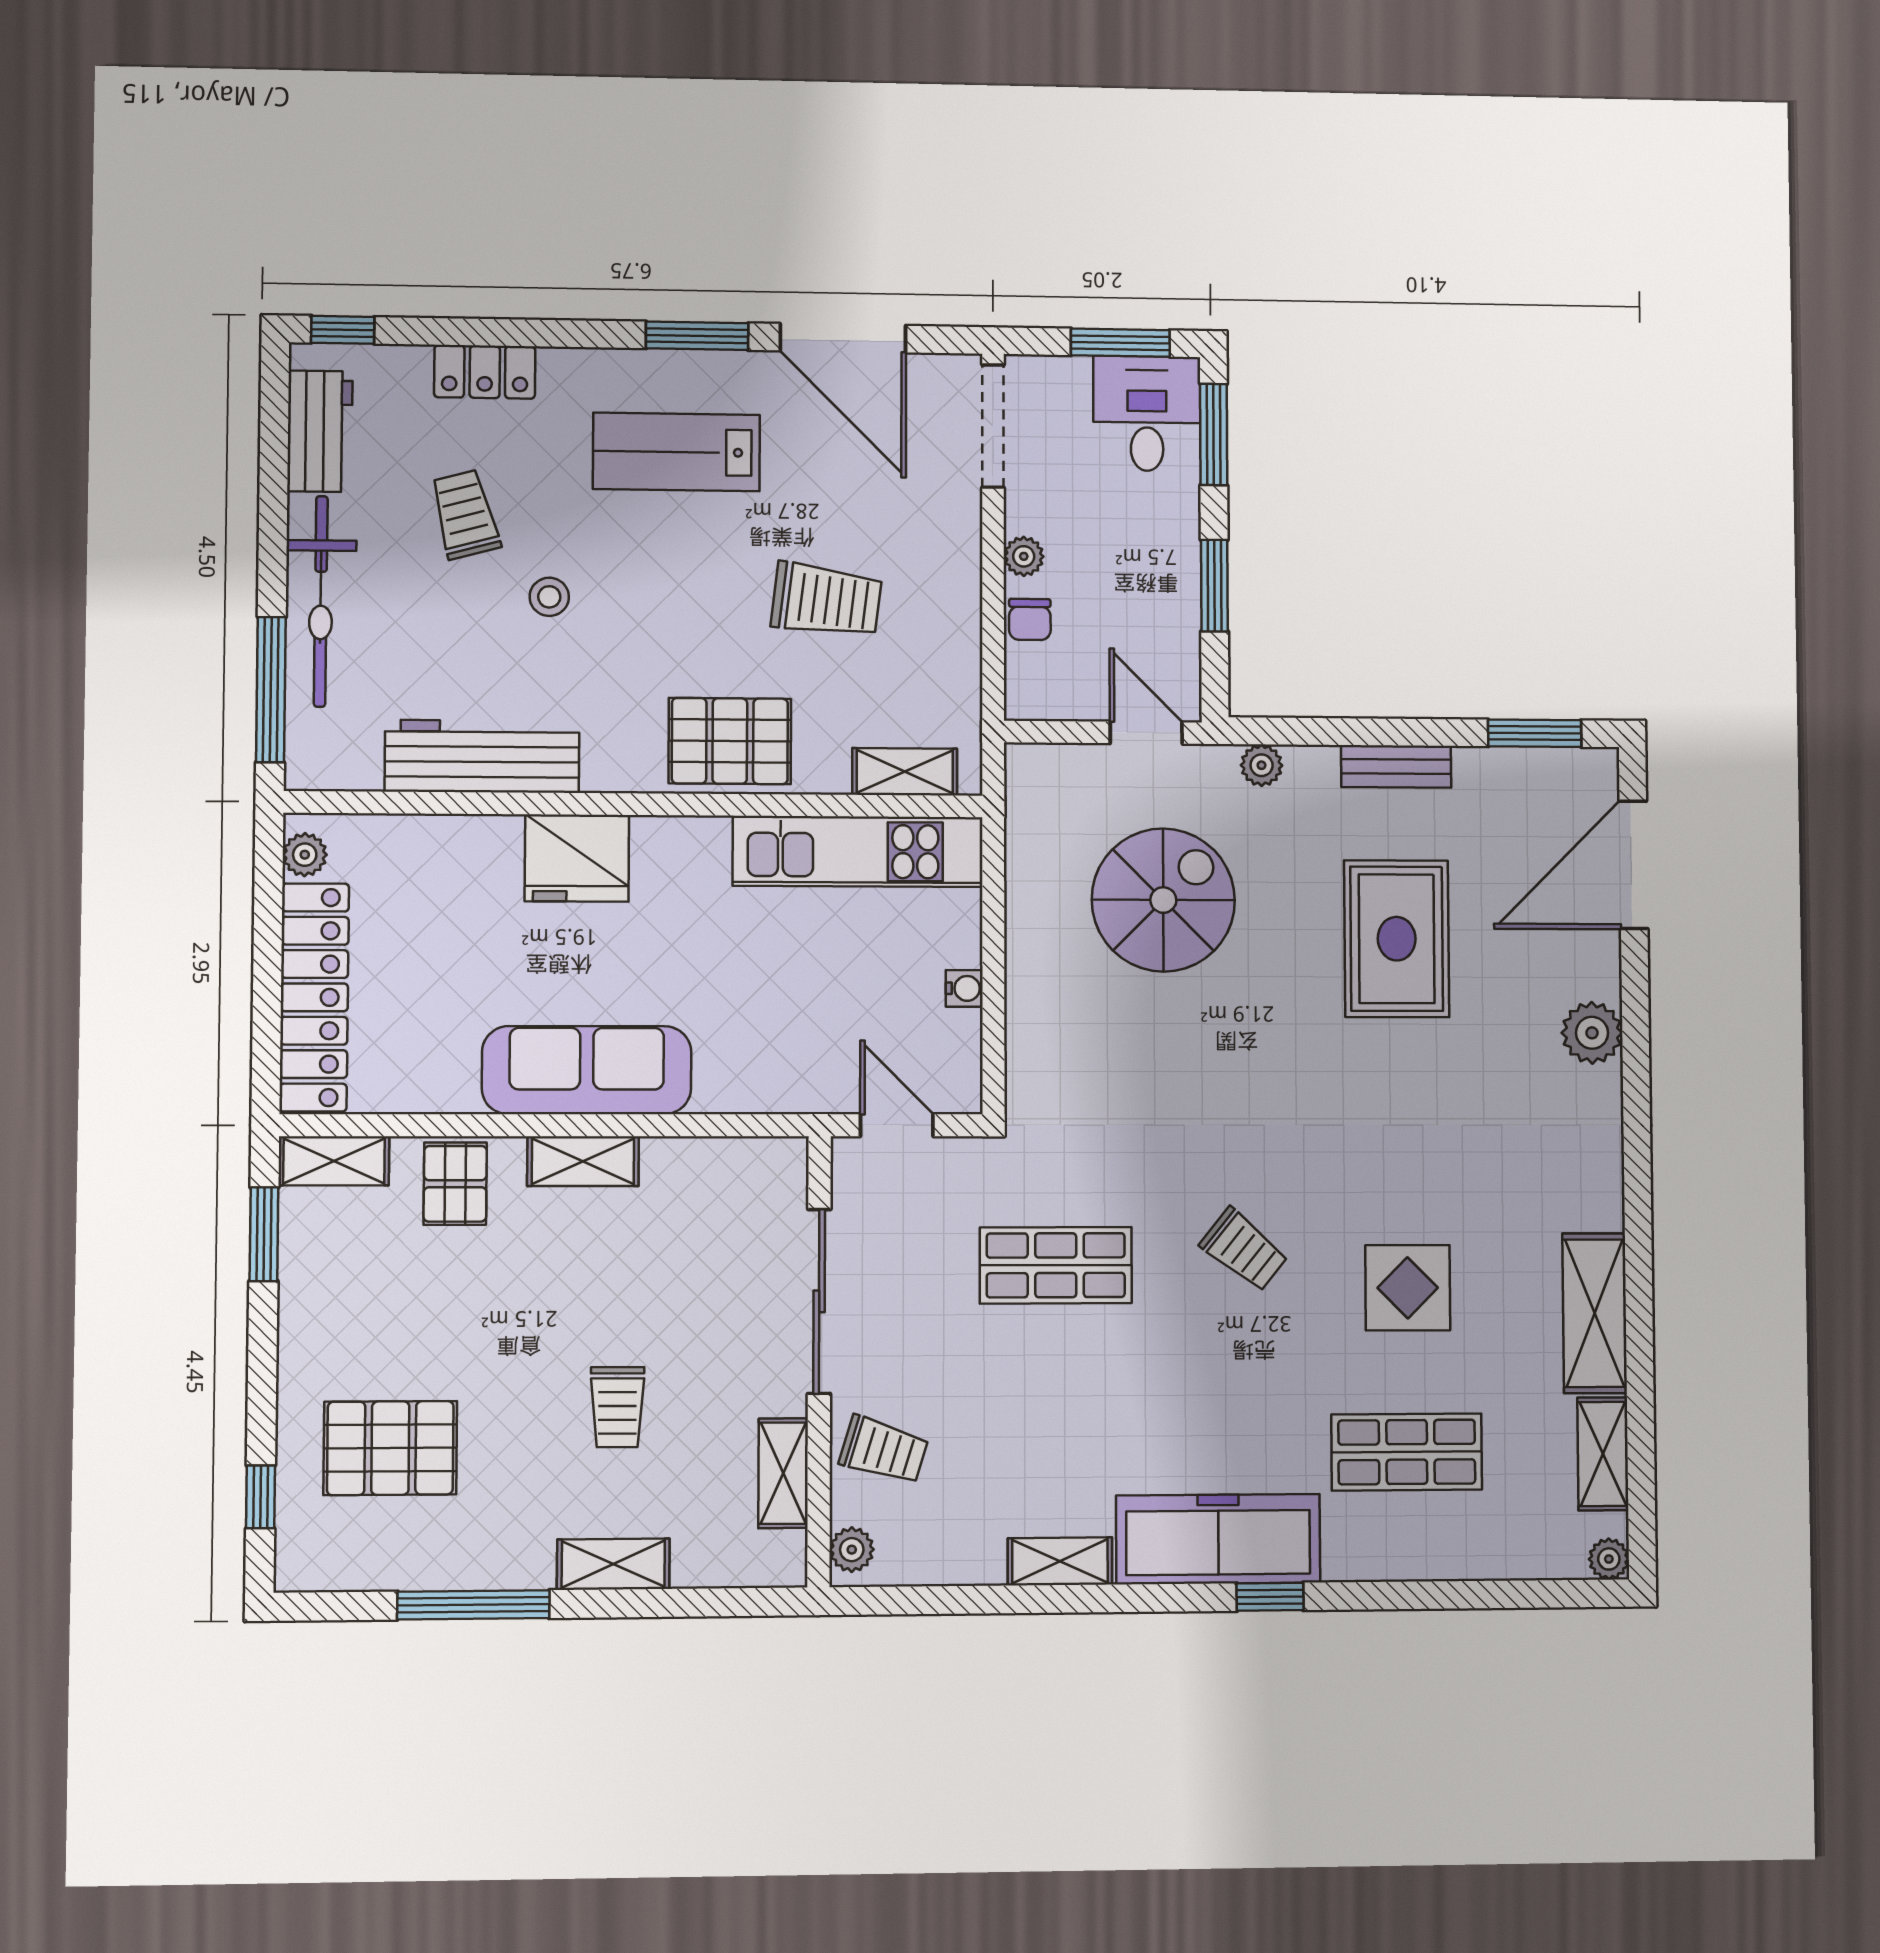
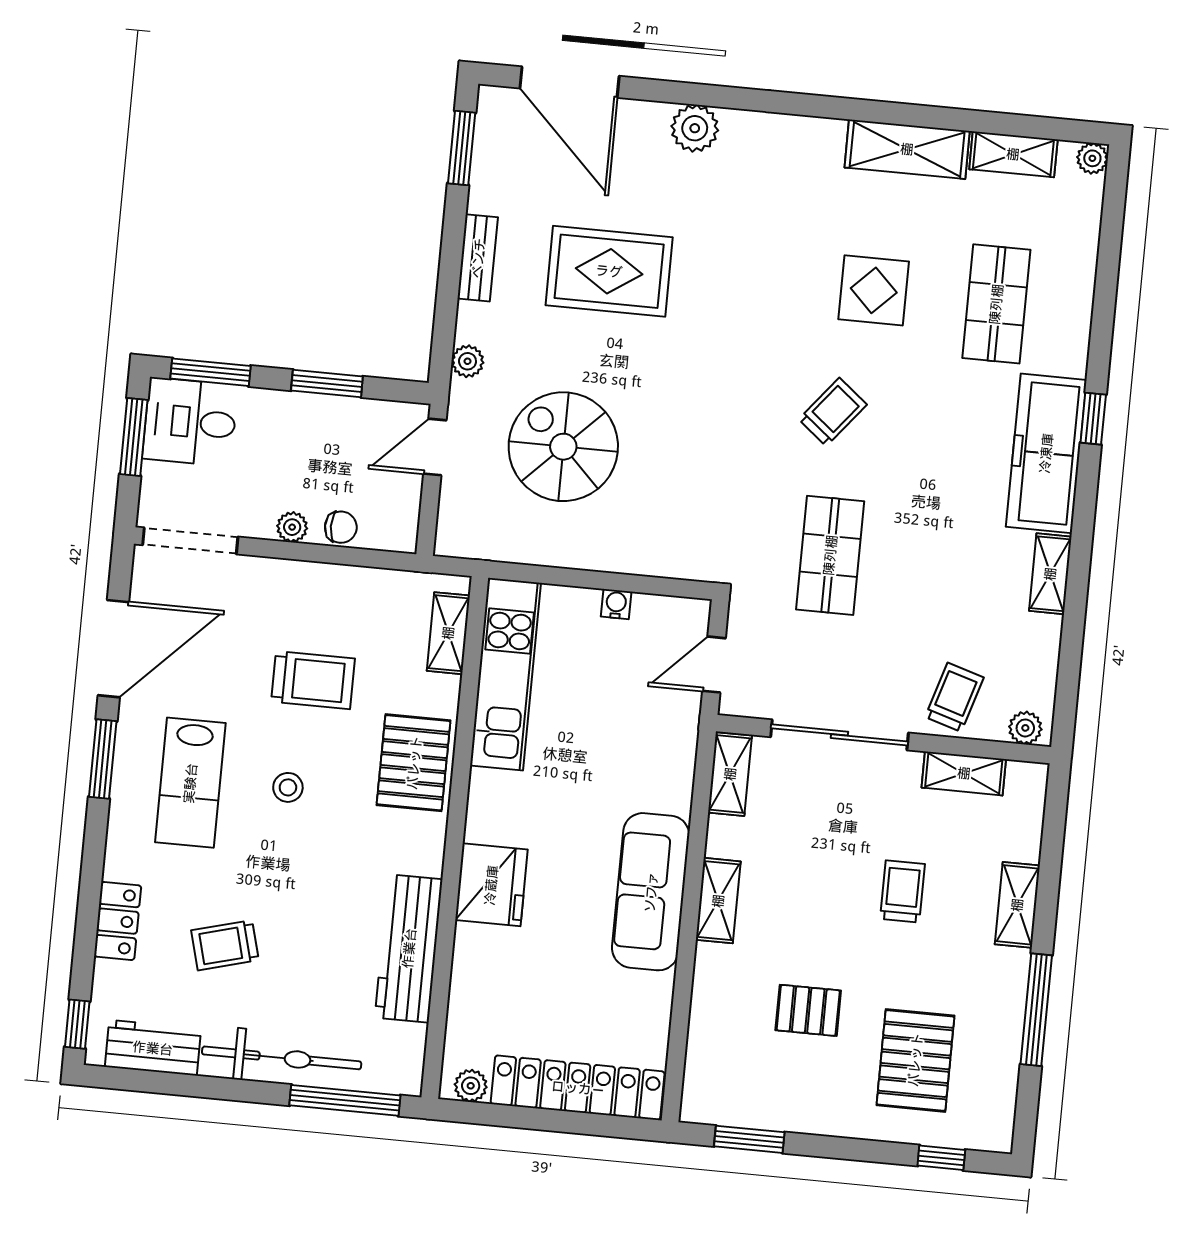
stool: (549, 597) -> (288, 787), moved
trolley: (826, 600) -> (313, 680), turned 83
shelving: (334, 1161) -> (730, 774), moved
pallet: (455, 1184) -> (808, 1010), moved
trolley: (617, 1407) -> (903, 891), turned -90

